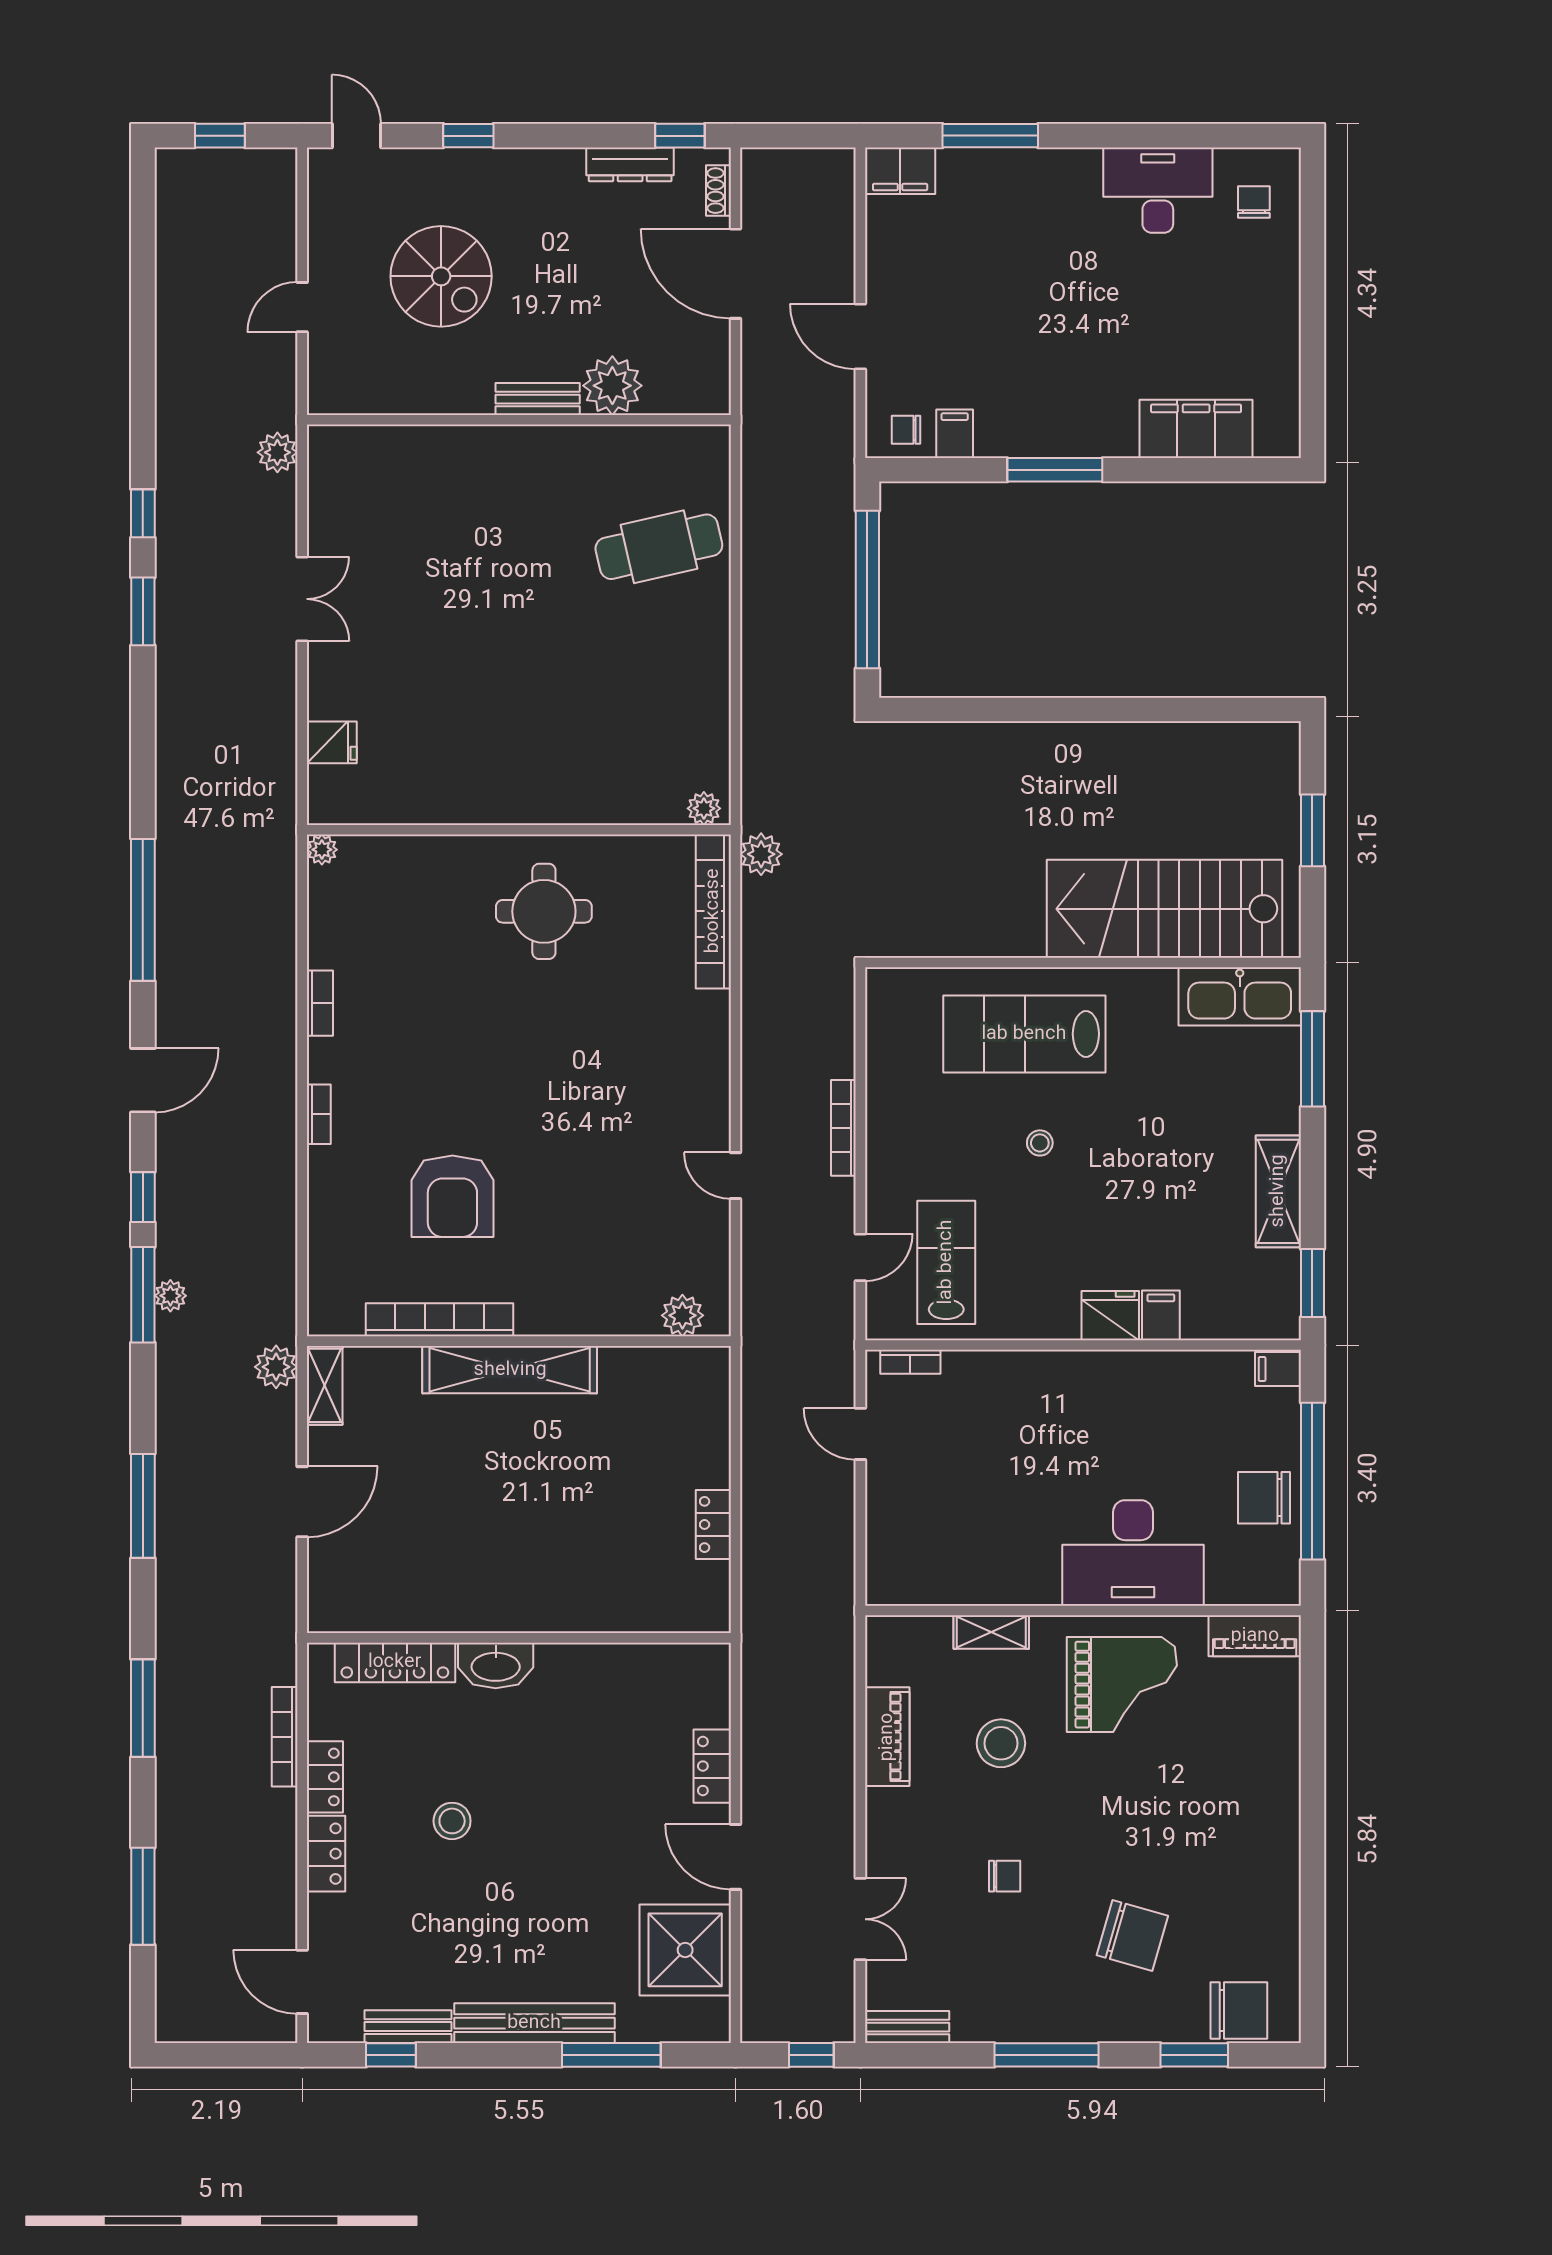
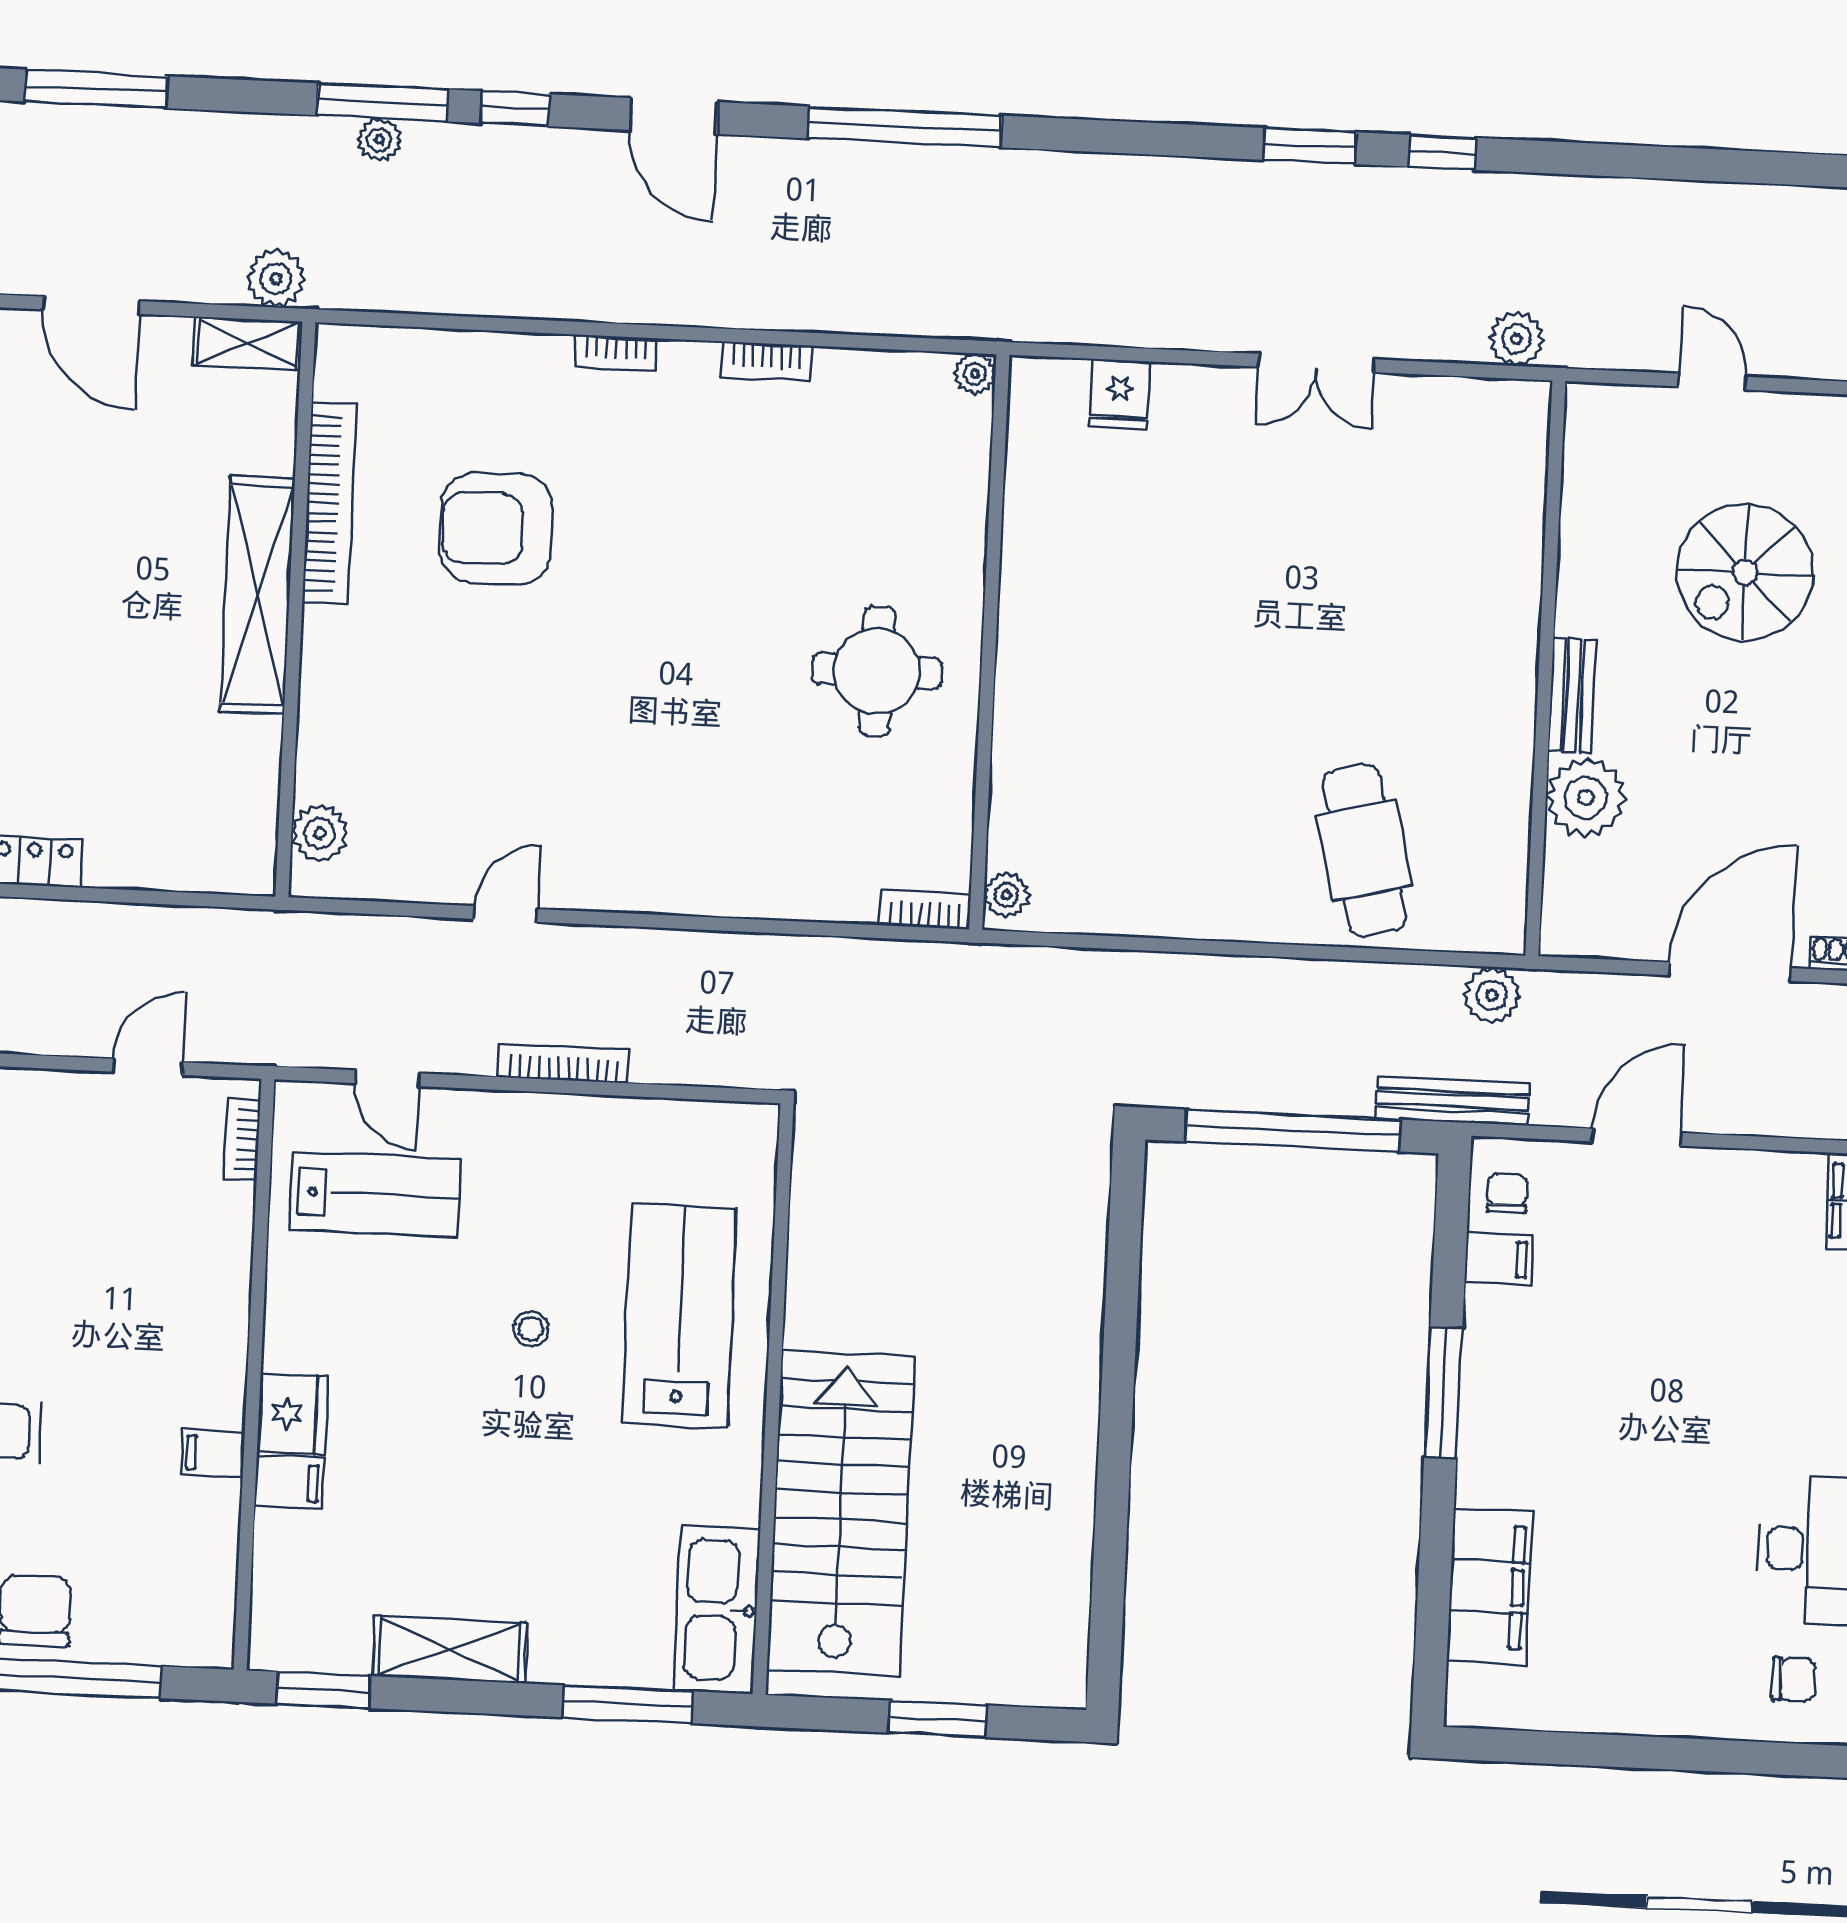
bench: (840, 473) -> (1453, 1101), added
plant: (761, 854) -> (1492, 995), moved
bookcase: (713, 911) -> (925, 909), width x0.43, depth x0.76
filing cabinet: (1278, 1369) -> (213, 1453), moved, turned -90

